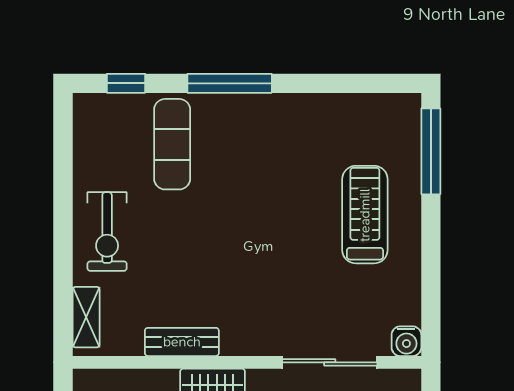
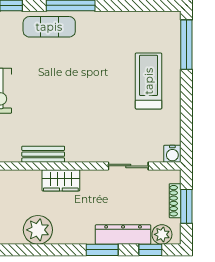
exercise mat: (172, 144) -> (49, 27), moved, turned 90
sliding door: (330, 362) -> (128, 166), width x0.73

